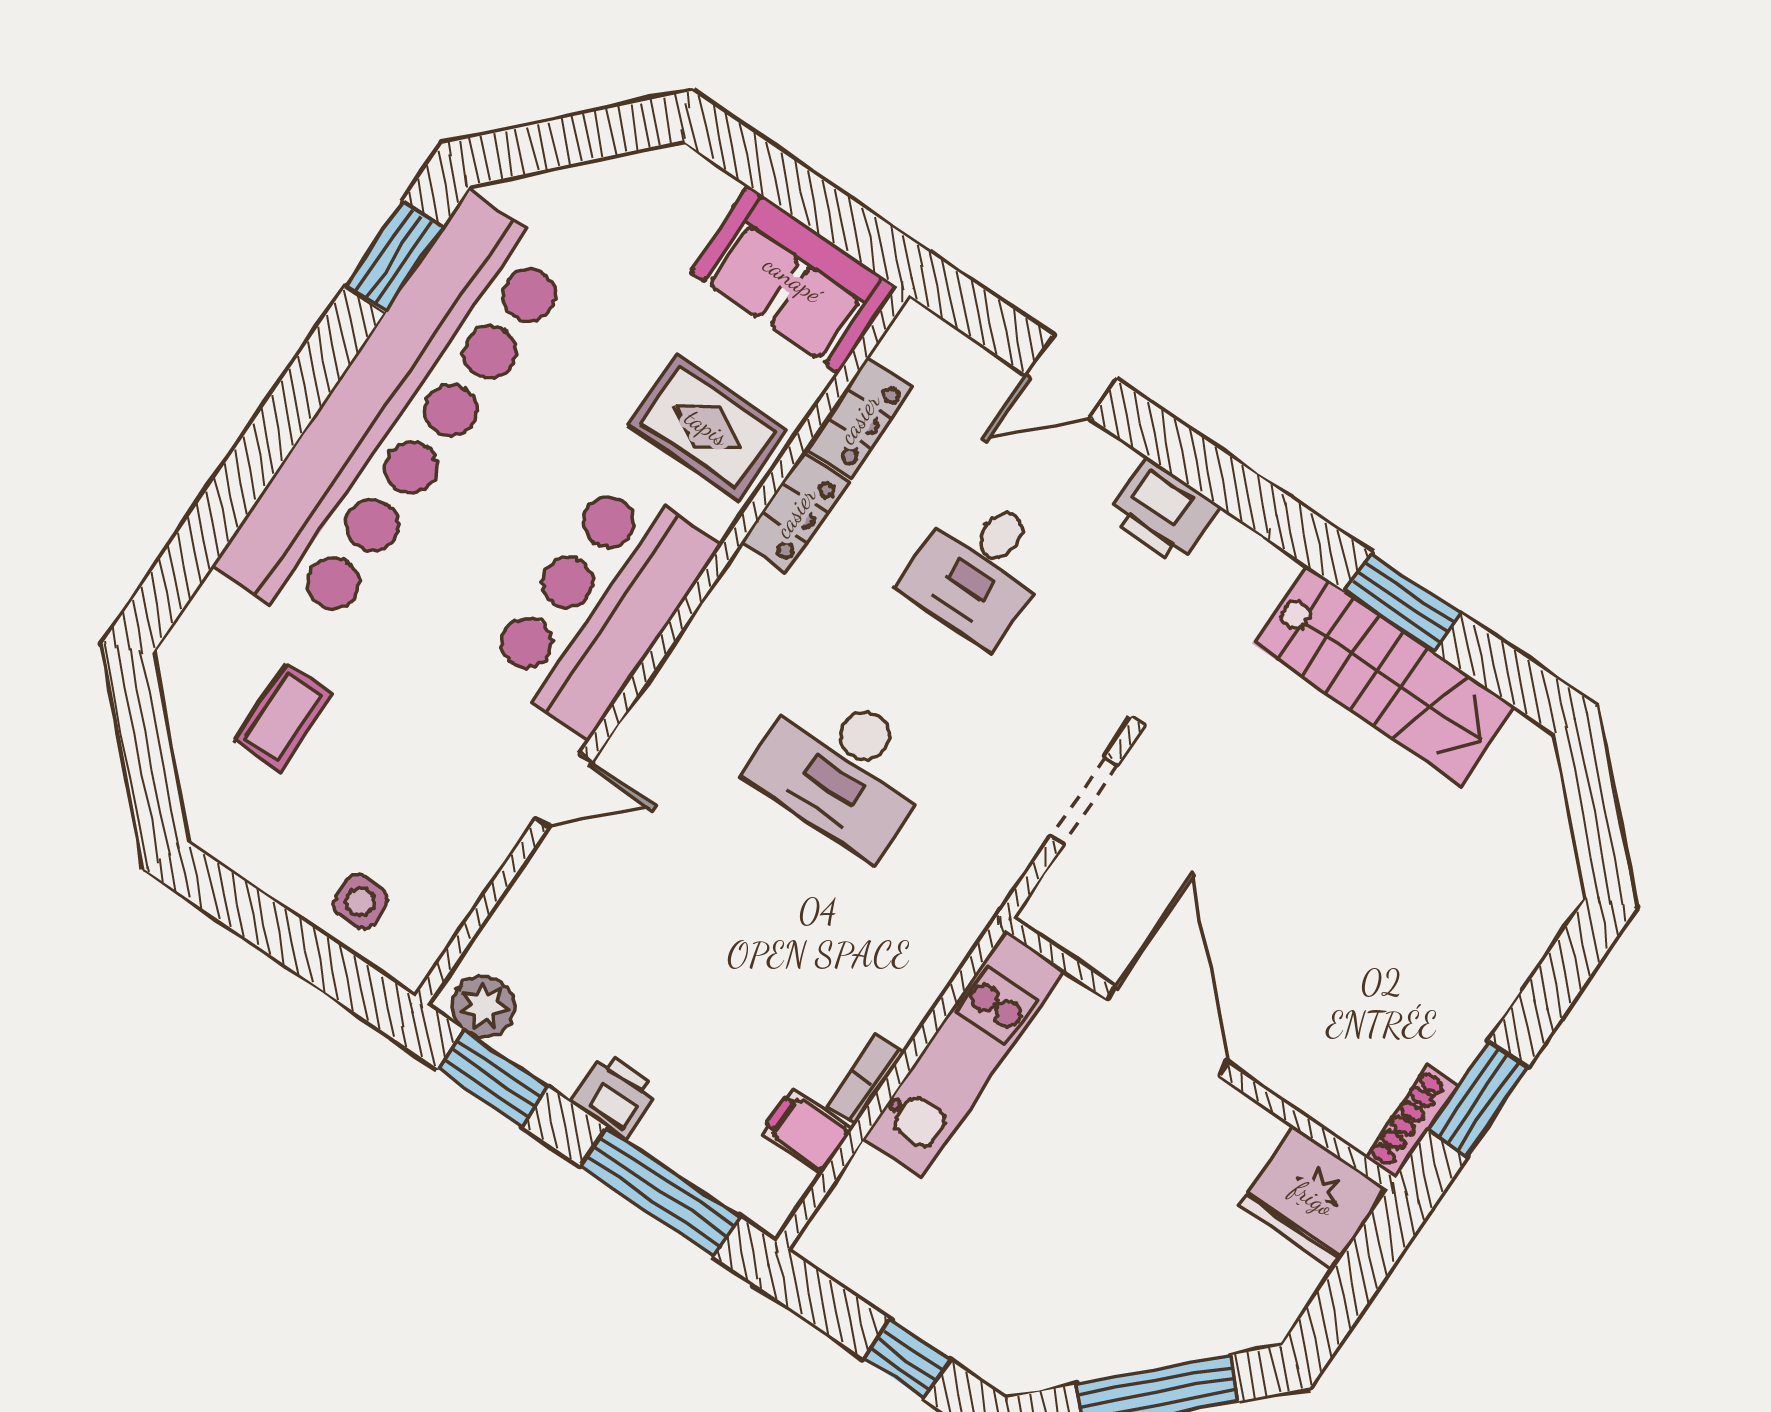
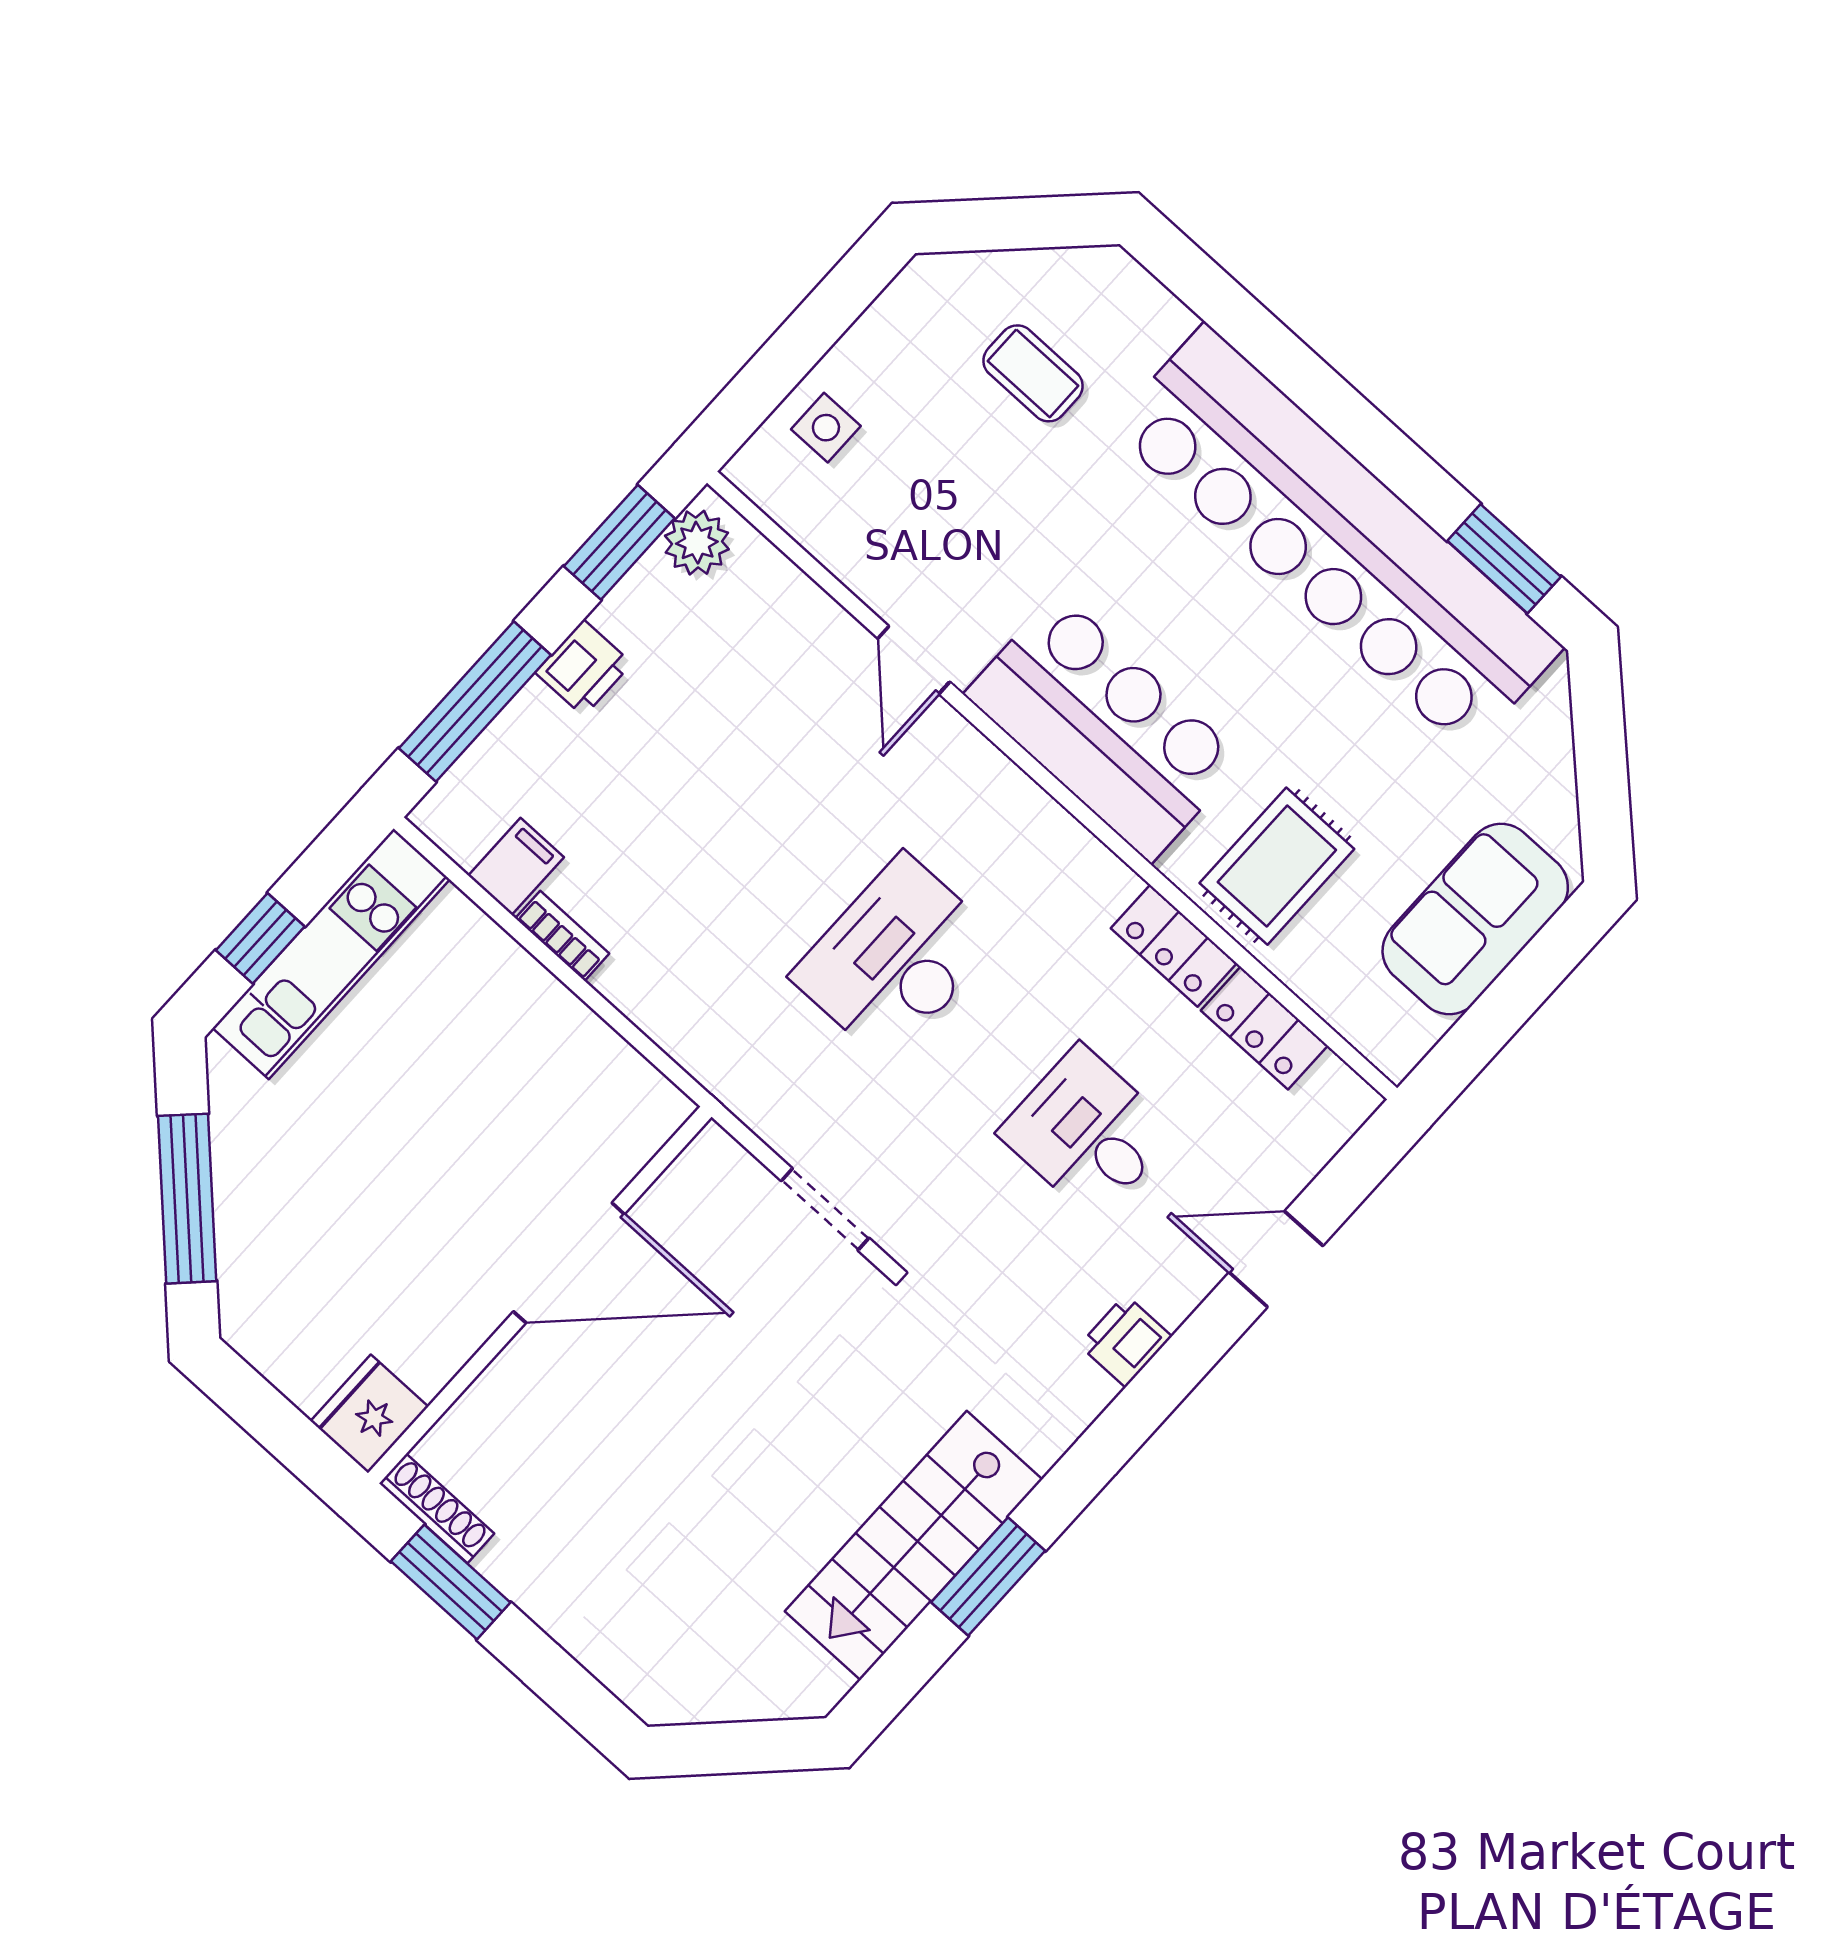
sofa: (793, 279) -> (1475, 919), moved
door: (1071, 377) -> (1276, 1259), hinge flipped
printer: (1163, 511) -> (1126, 1341), width x0.73, depth x0.81
kitchen unit: (964, 1054) -> (331, 954), moved, turned -90
fridge: (1313, 1198) -> (369, 1414), width x0.73, depth x0.75

